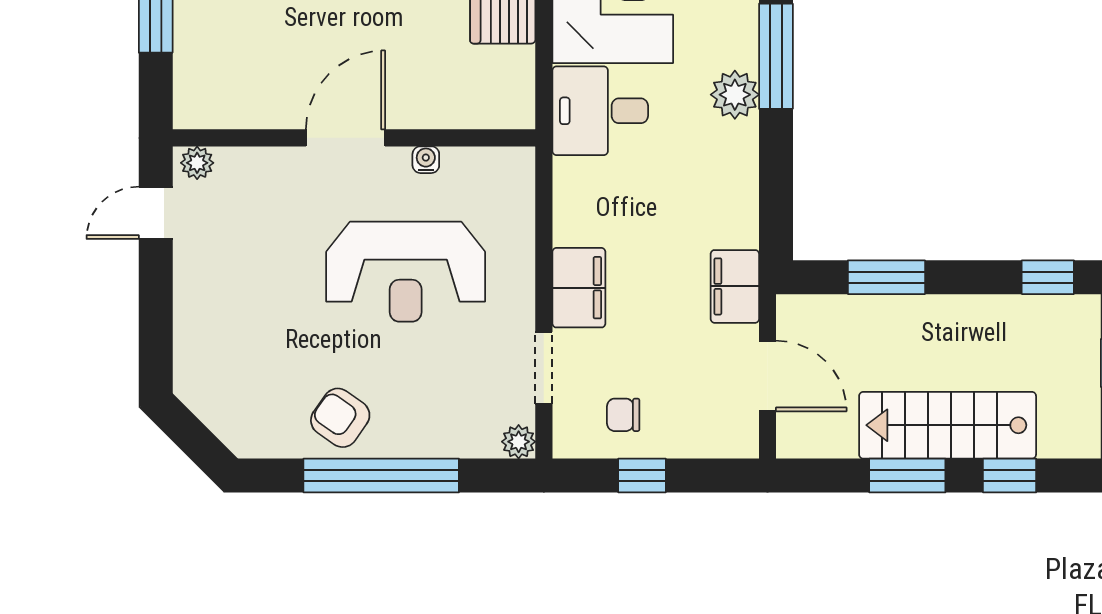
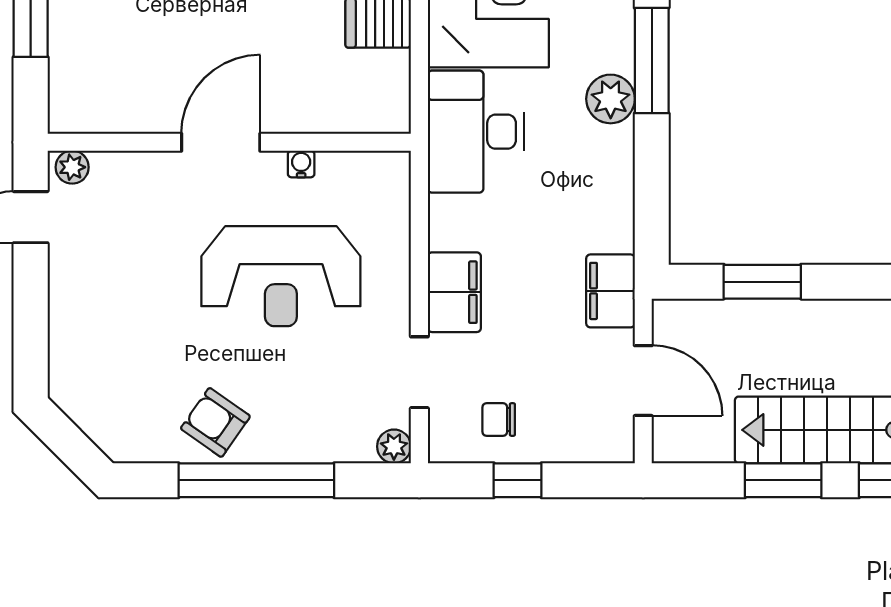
desk: (600, 111) -> (476, 132), width x1.37

